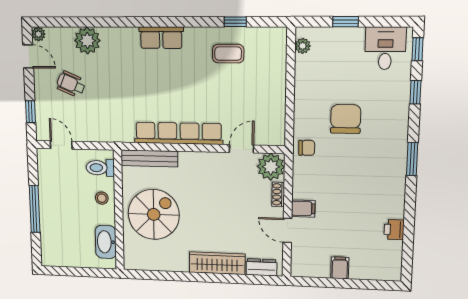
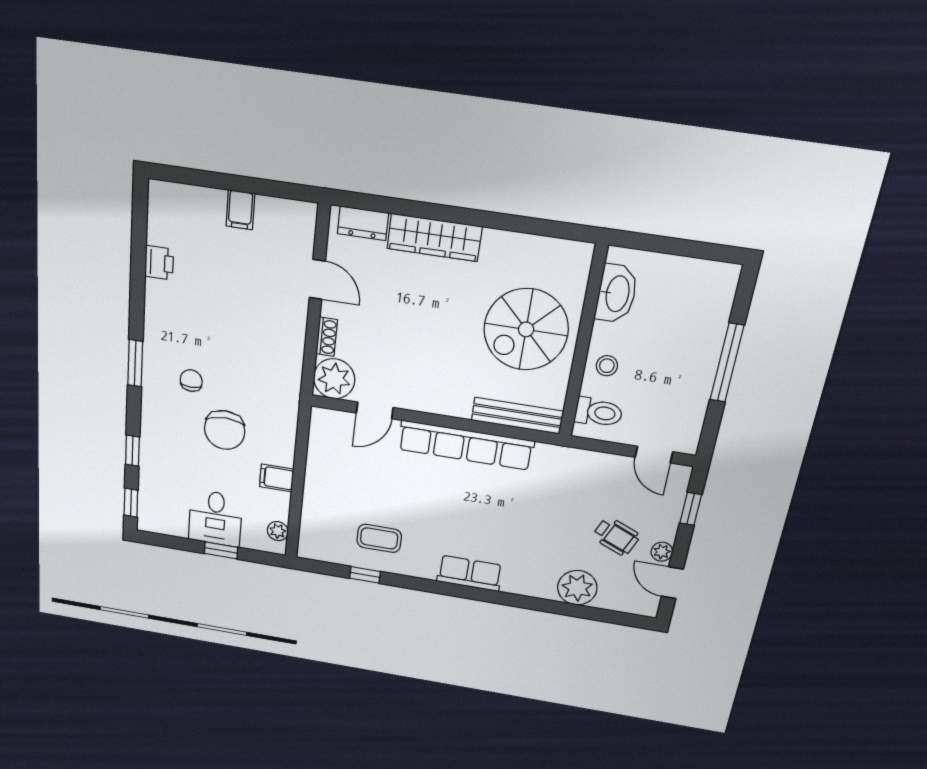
plant: (38, 34) -> (662, 552), moved
desk: (385, 48) -> (215, 518), moved
chair: (307, 148) -> (191, 381), moved, turned 91
filing cabinet: (303, 209) -> (277, 478), moved

